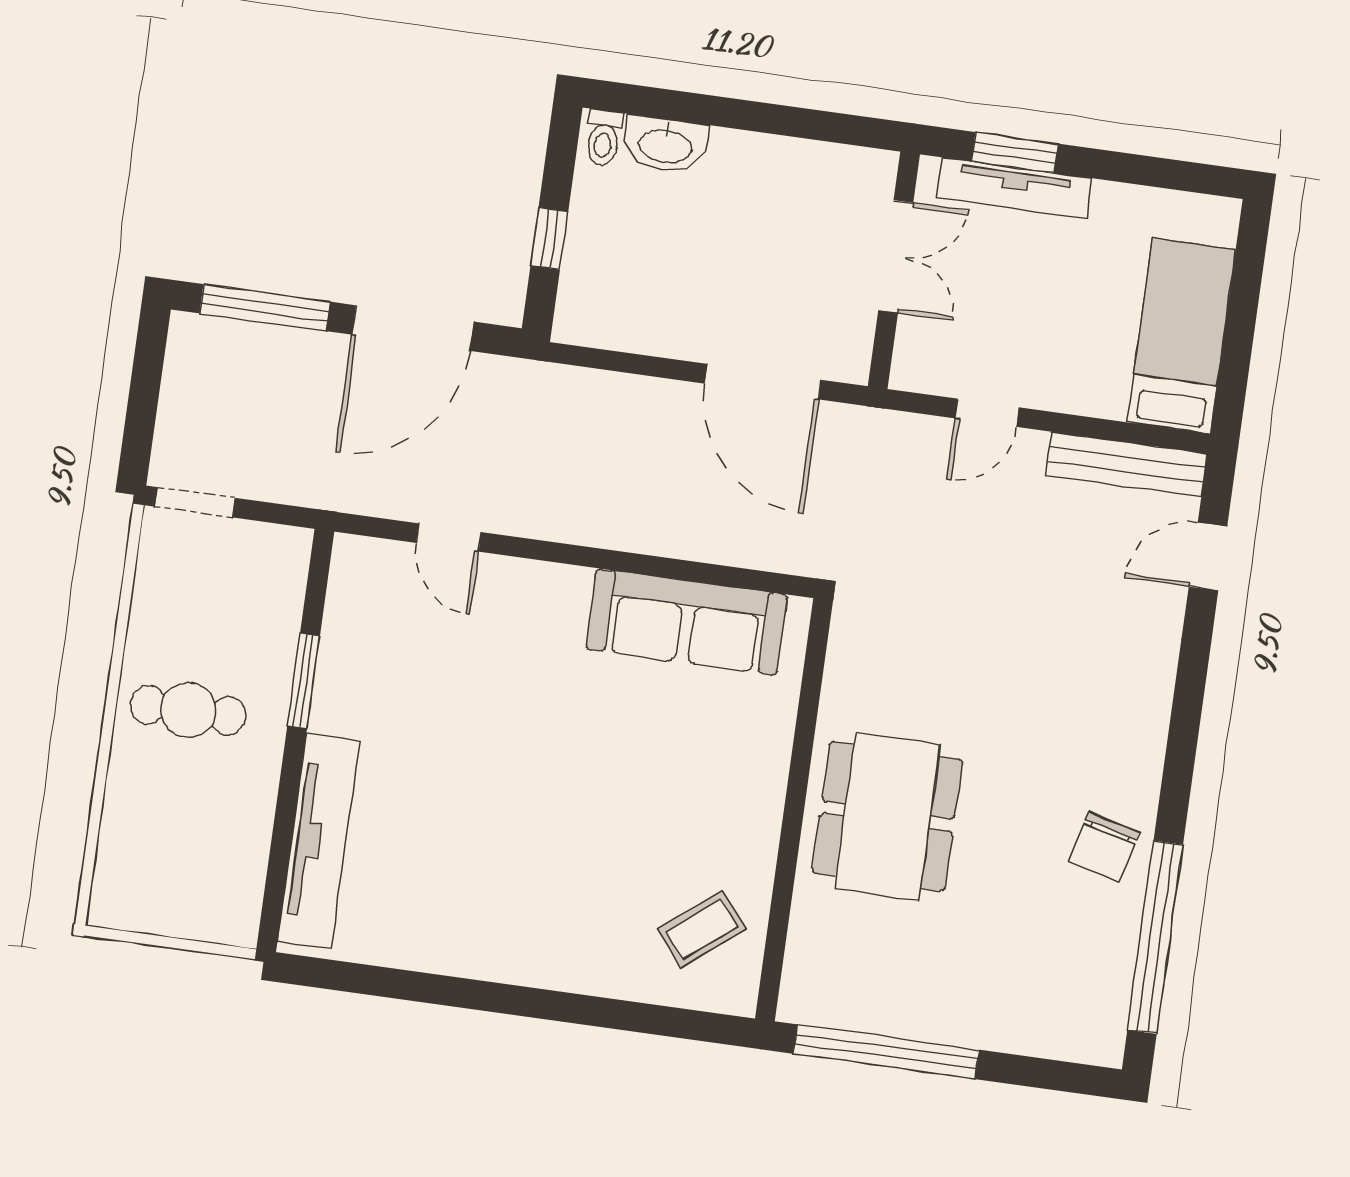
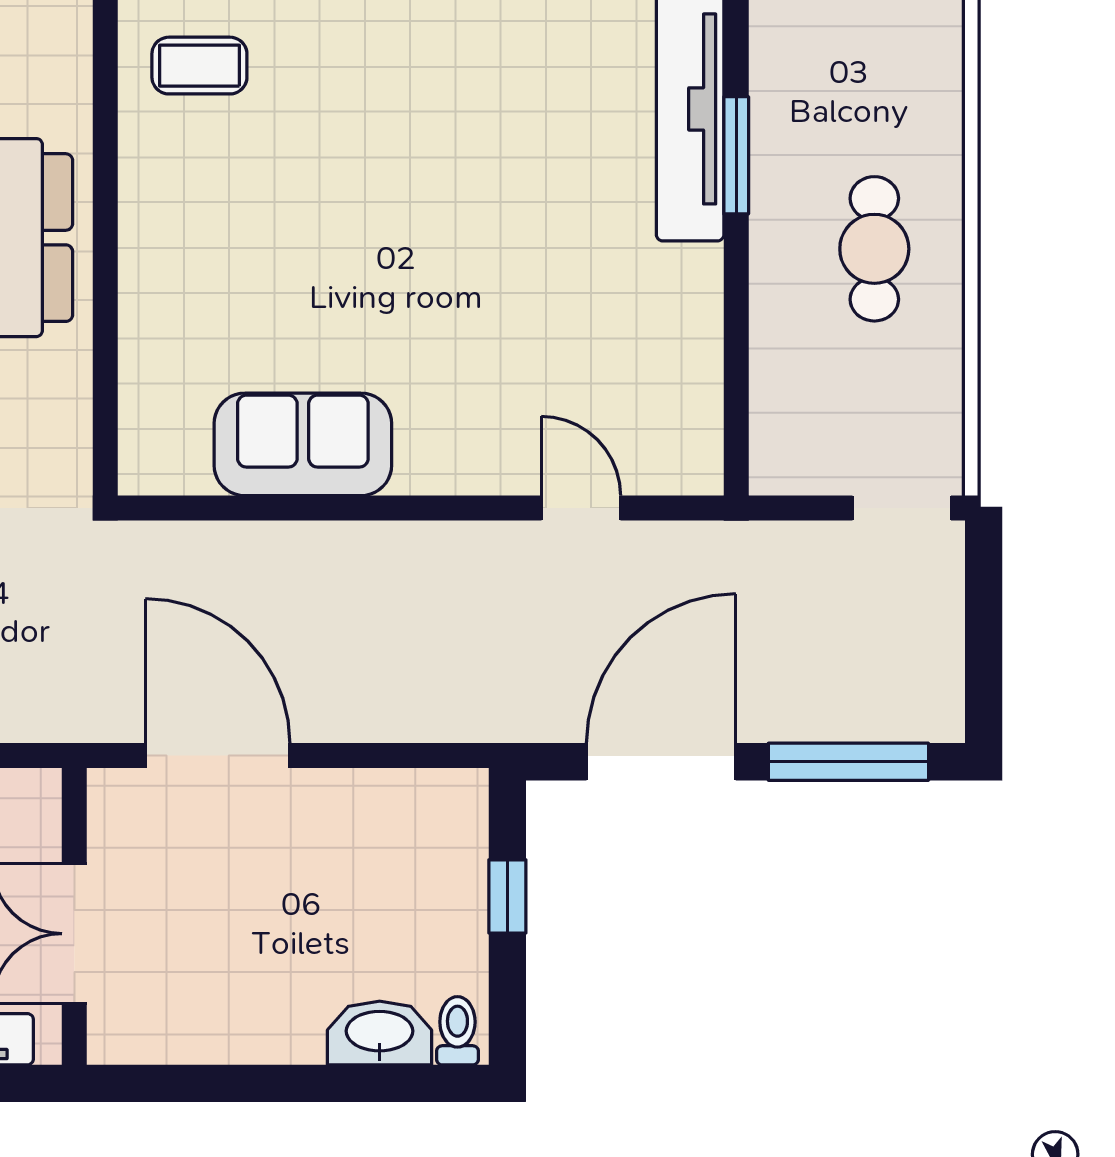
sofa: (687, 622) -> (303, 444), width x0.73
window: (304, 681) -> (736, 155), moved
cafe table: (188, 710) -> (874, 249), turned 90
coffee table: (702, 929) -> (199, 66), turned 39

